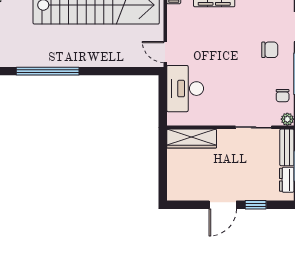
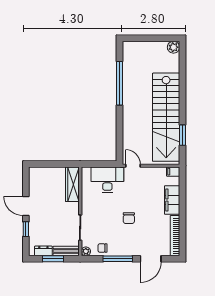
chair: (270, 50) -> (129, 218), moved
door: (165, 52) -> (133, 166), hinge flipped

